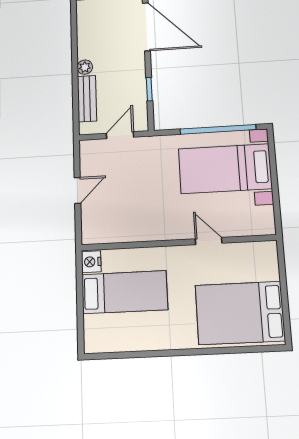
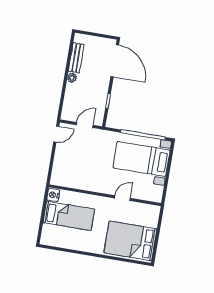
bench: (87, 99) -> (76, 58), moved
door: (77, 190) -> (56, 134), moved
door: (209, 241) -> (122, 198), hinge flipped

